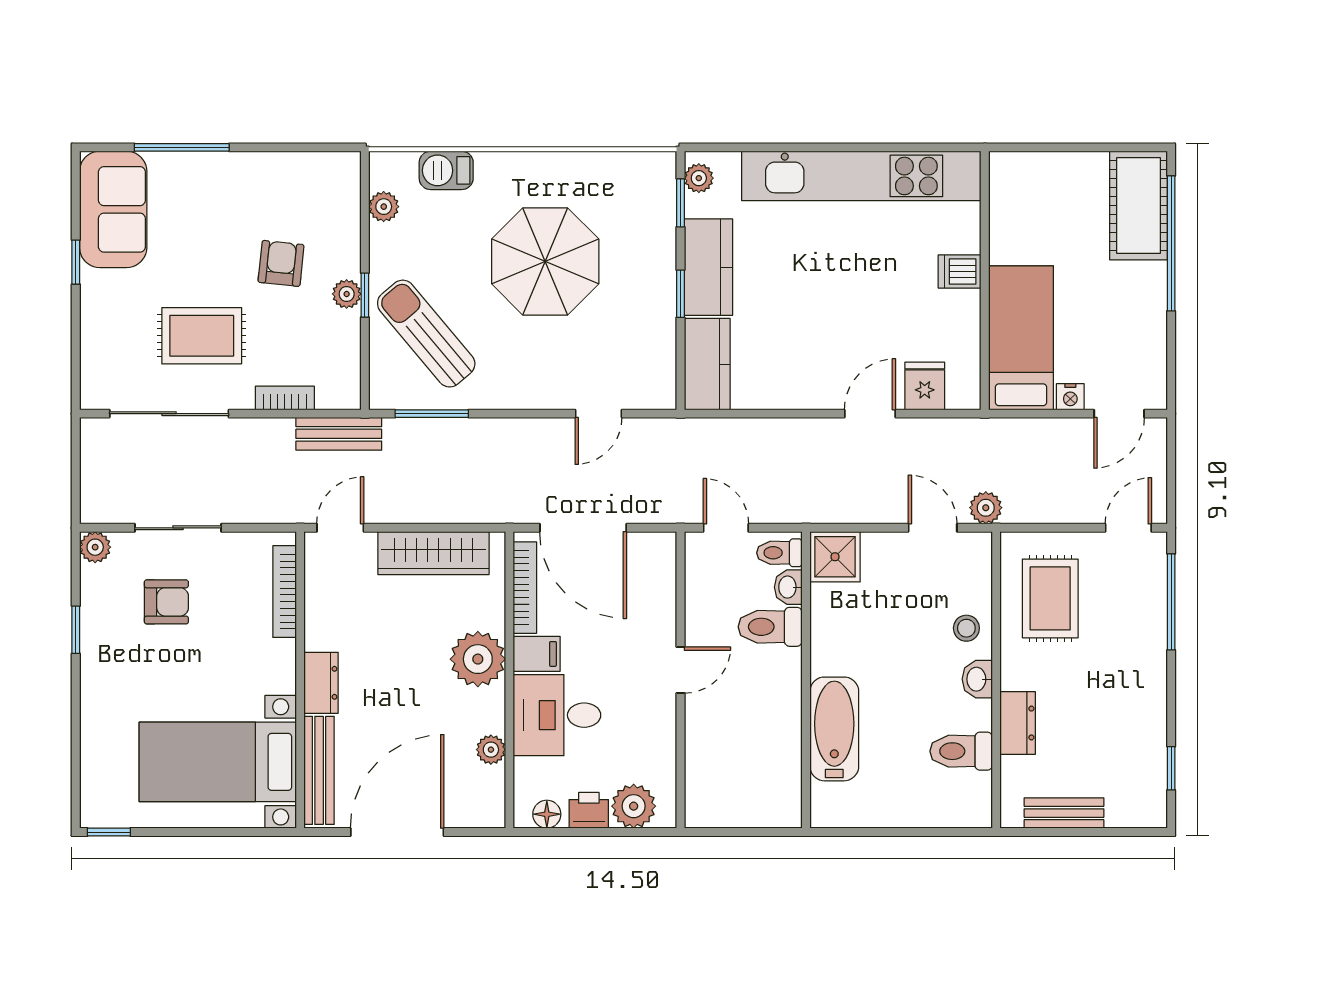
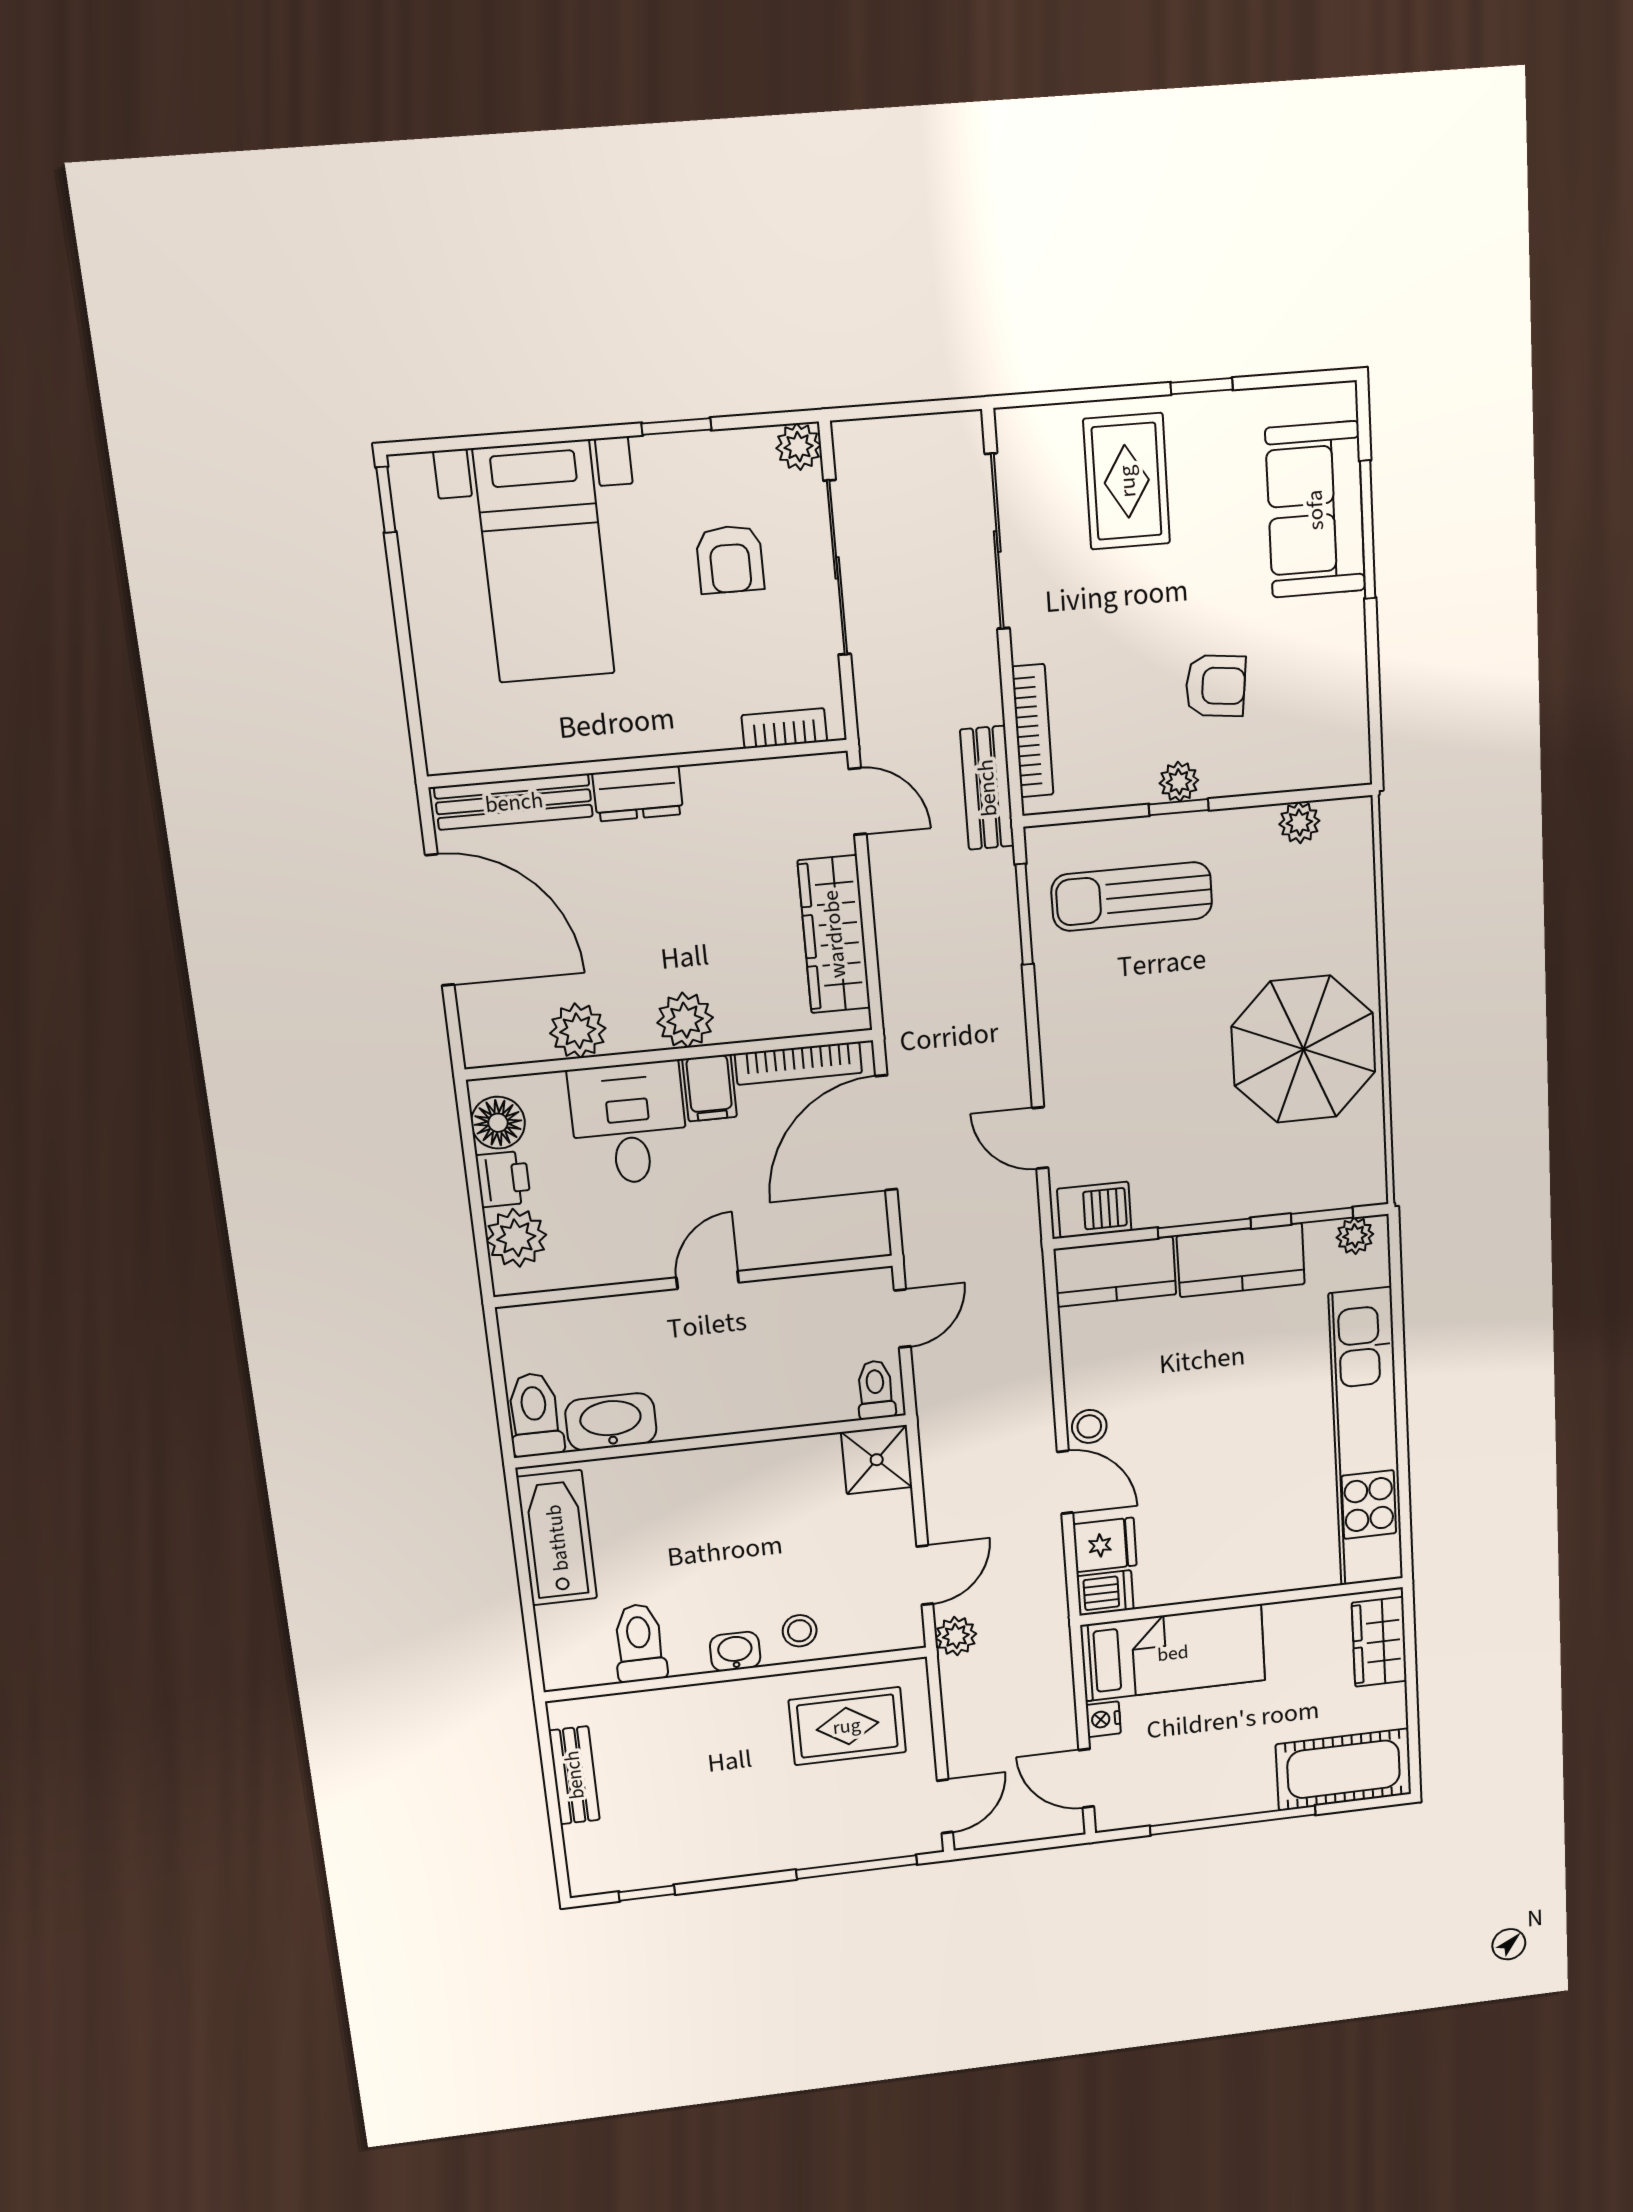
barbecue: (446, 170) -> (1094, 1210), moved, turned 90
wardrobe: (1033, 172) -> (1379, 1642), added
sofa: (113, 209) -> (1315, 510), moved, turned 90
window: (1171, 243) -> (1233, 1820), moved
parasol: (545, 261) -> (1304, 1049), moved
dishwasher: (960, 272) -> (1105, 1593), moved, turned 90
window: (680, 294) -> (1204, 1228), width x1.50
sun lounger: (426, 334) -> (1132, 897), turned -140
rug: (202, 336) -> (1127, 481), moved
stool: (827, 392) -> (1089, 1426), added
bookcase: (285, 398) -> (1033, 731), width x1.56
sliding door: (178, 528) -> (837, 568), width x1.37
door: (1128, 528) -> (945, 1806), hinge flipped
washbasin: (788, 587) -> (611, 1422), moved, width x1.91, depth x1.45
bookcase: (285, 592) -> (784, 728), width x0.64
toilet: (770, 627) -> (535, 1415), moved
plant: (478, 659) -> (685, 1020), width x0.73, depth x0.73
door: (680, 670) -> (708, 1280), swing flipped
dresser: (1018, 723) -> (684, 1706), removed
bathtub: (834, 729) -> (557, 1538), moved, turned -90
plant: (491, 750) -> (578, 1031), width x1.38, depth x1.38
bed with nightstands: (218, 762) -> (544, 562), moved, turned 180
floor lamp: (547, 814) -> (498, 1123), width x1.37, depth x1.37

